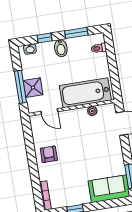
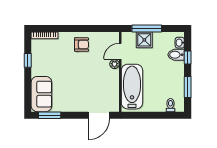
bidet: (61, 48) -> (176, 55), moved
plant: (92, 111) -> (115, 64), moved

